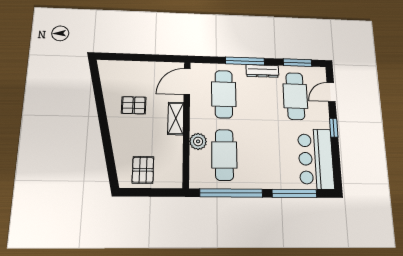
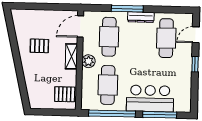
window: (297, 63) -> (170, 10), removed
plant: (198, 141) -> (88, 61), moved
bar counter: (316, 159) -> (150, 98), moved, turned 90
pallet: (143, 170) -> (65, 94), moved, turned 90

